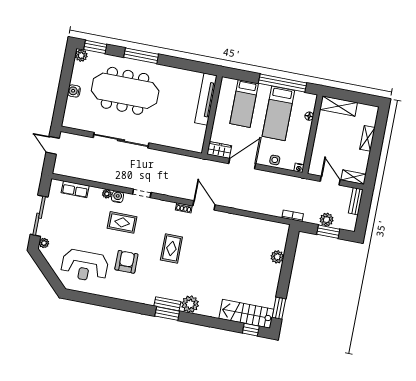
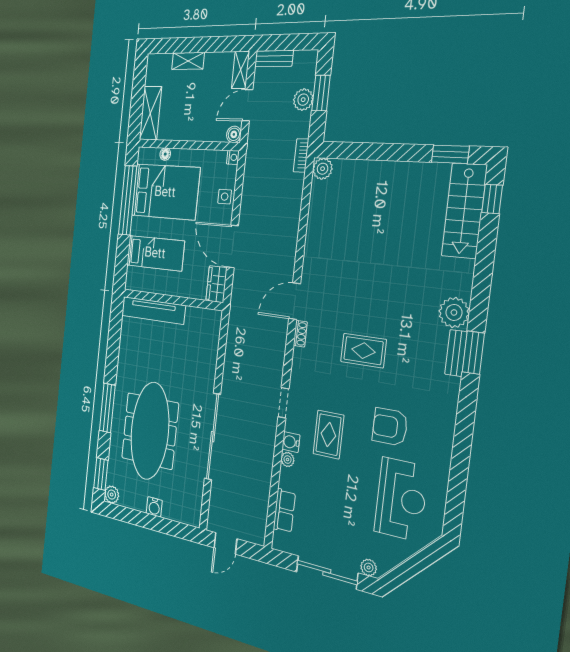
bed: (278, 113) -> (165, 192), width x1.50
boiler: (313, 170) -> (234, 134), added
plant: (277, 257) -> (323, 169), moved

